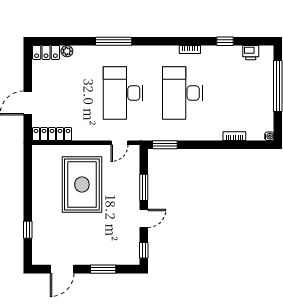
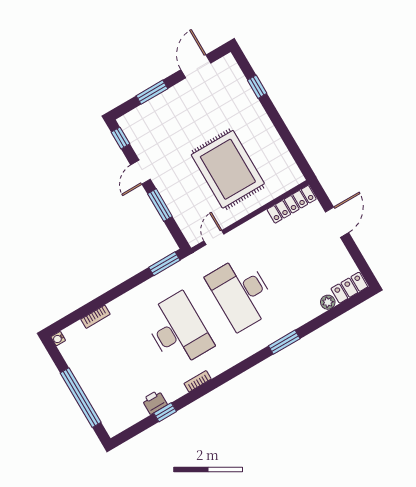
window: (114, 41) -> (284, 342), width x0.69
printer: (251, 53) -> (155, 402), moved
desk: (123, 93) -> (241, 293), turned 180

